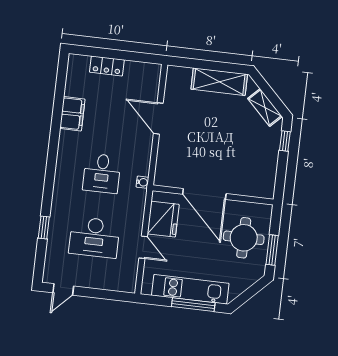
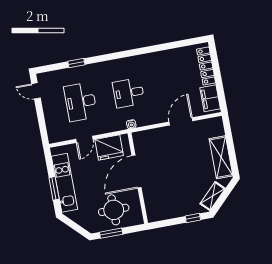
locker: (107, 66) -> (206, 66), width x1.53
filing cabinet: (72, 114) -> (210, 98), moved, turned 90
window: (193, 305) -> (54, 188), width x0.69

